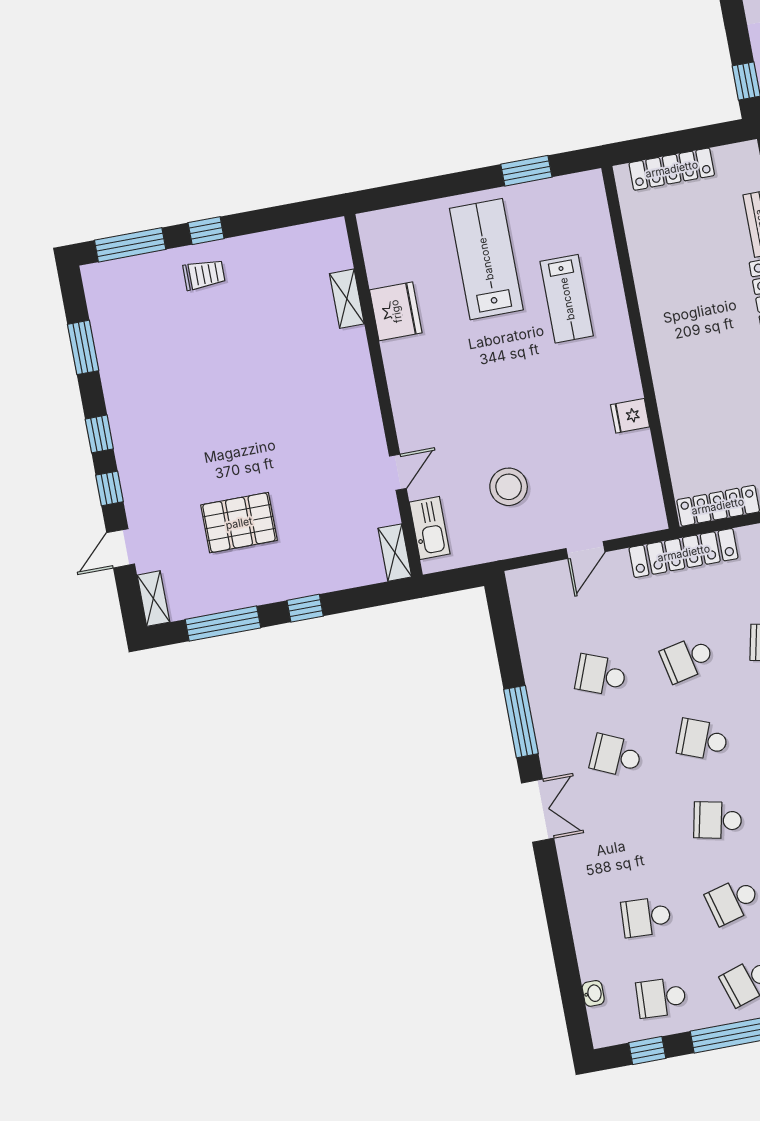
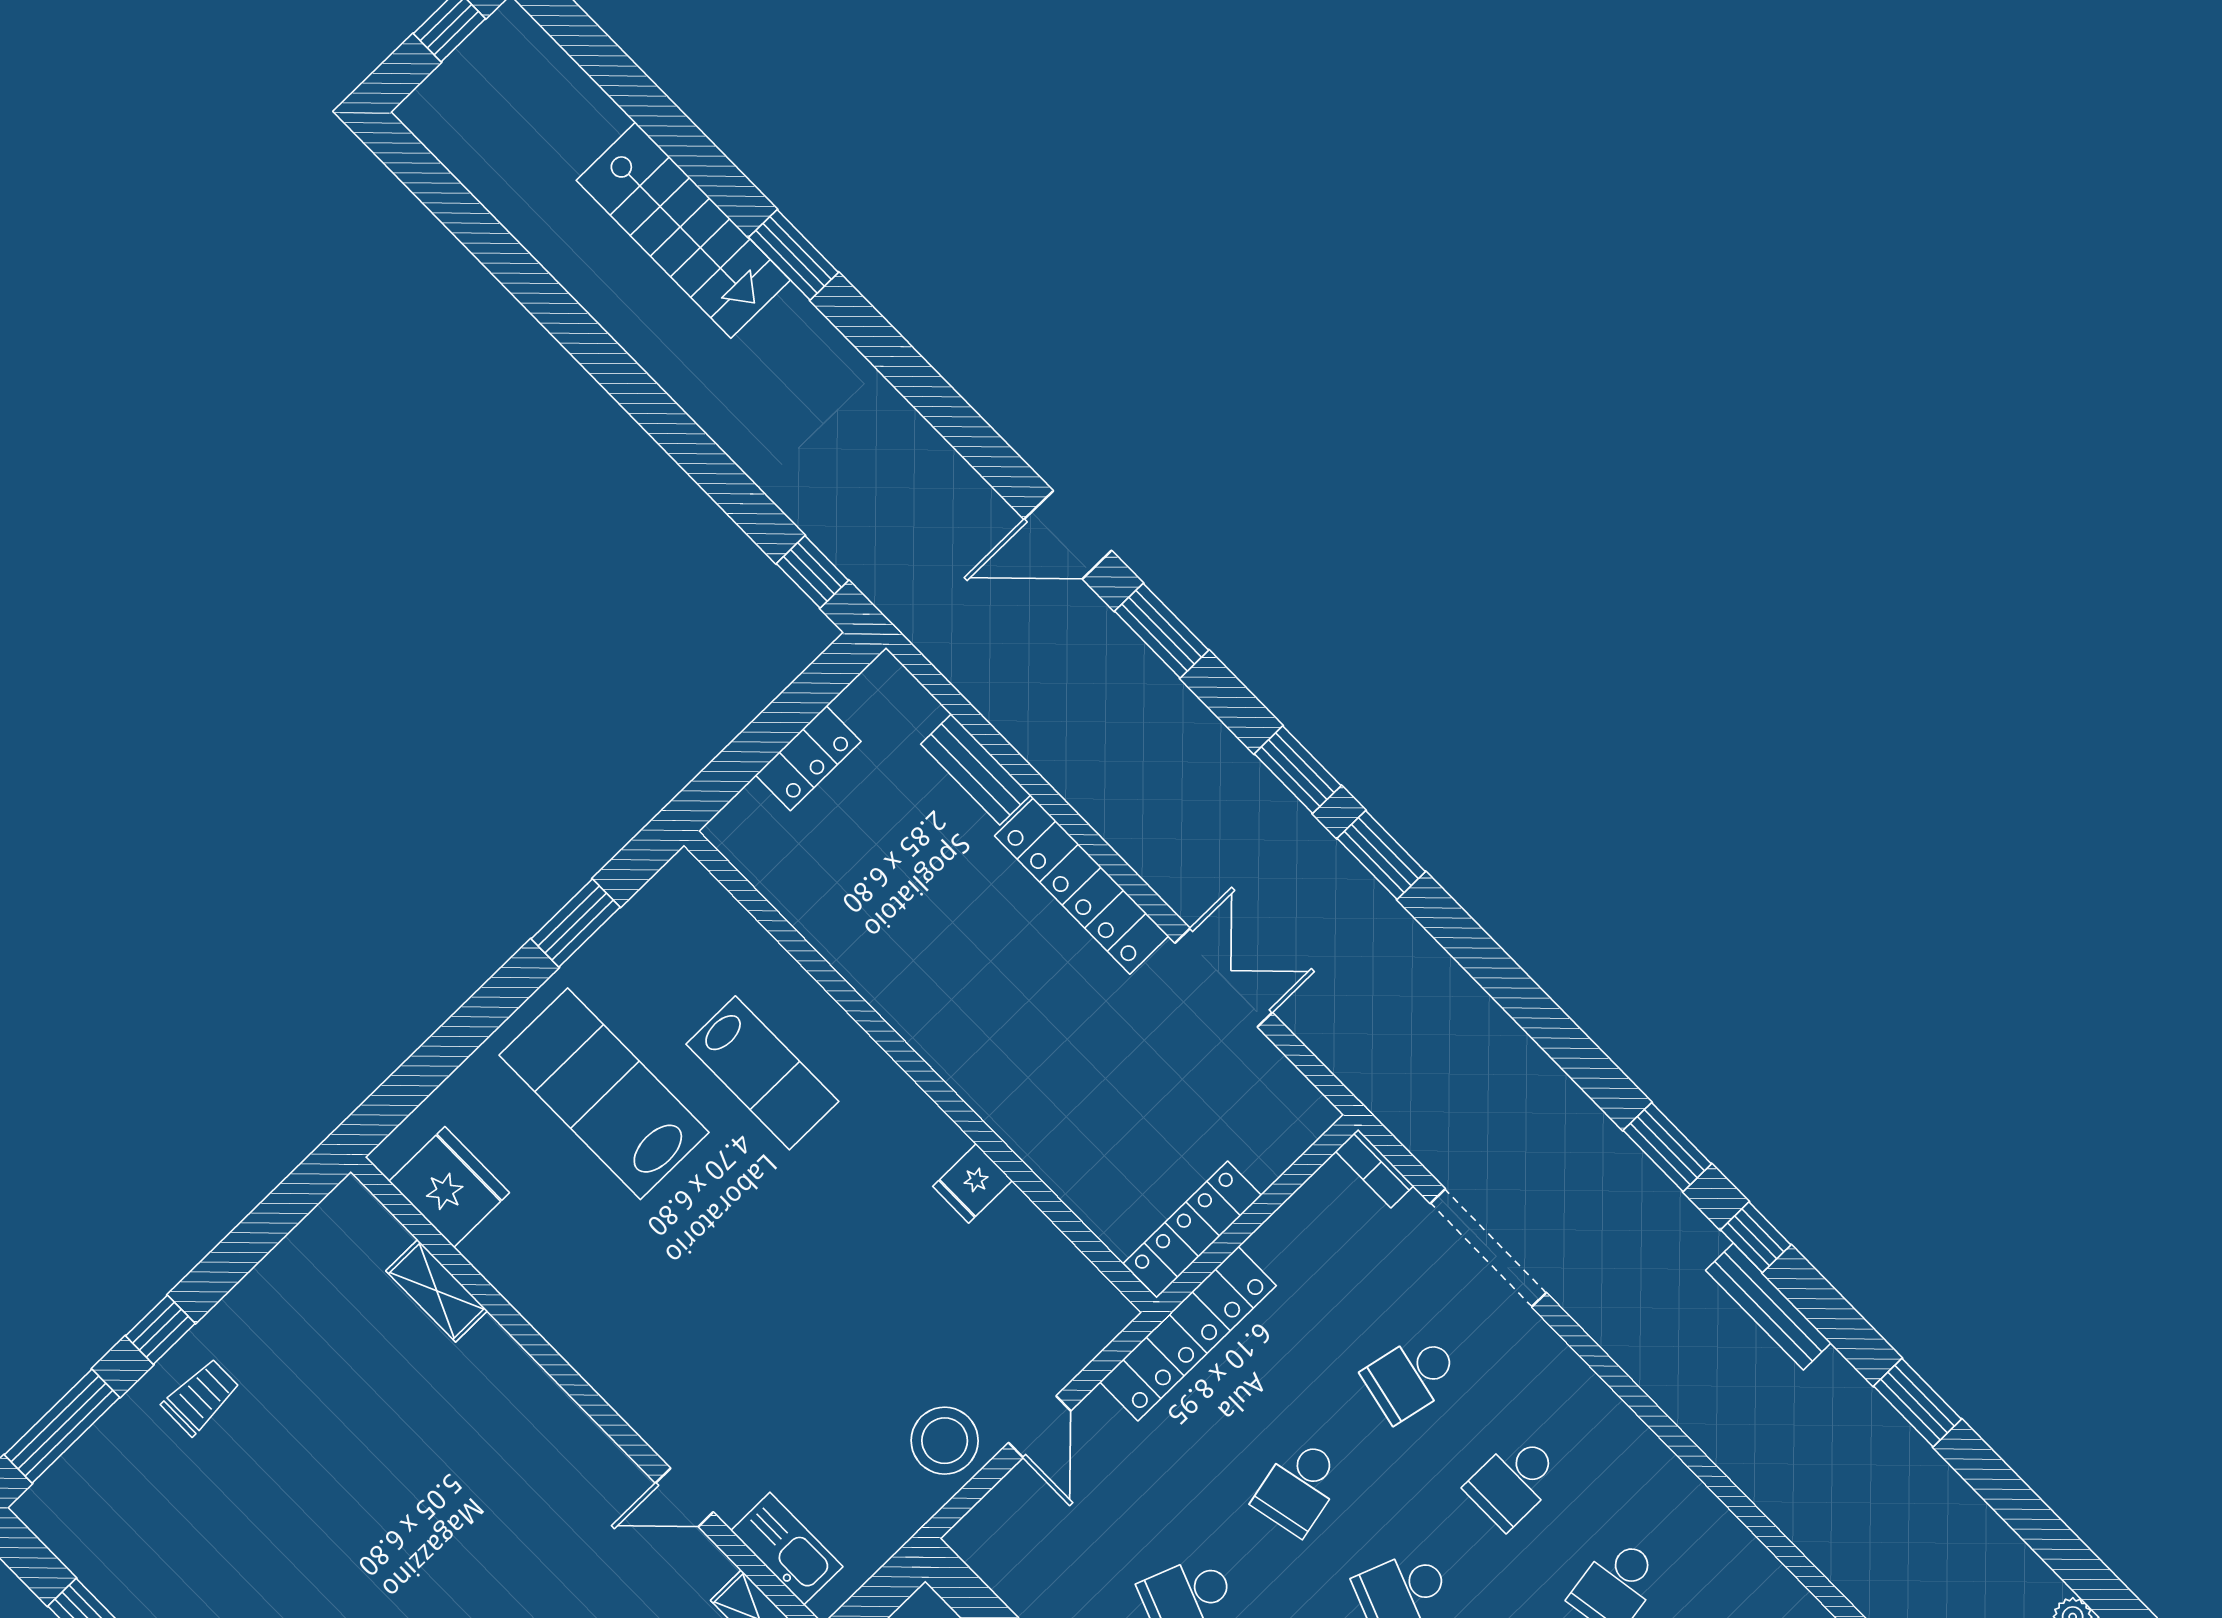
locker: (672, 169) -> (808, 758), width x0.66
fridge: (396, 311) -> (449, 1187), moved
door: (398, 472) -> (684, 1497), swing flipped
stool: (509, 487) -> (945, 1441), moved

